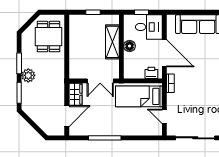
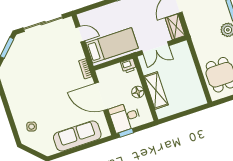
window: (93, 12) -> (185, 113), removed
window: (141, 12) -> (126, 133), moved
printer: (151, 73) -> (128, 66), moved
double door: (100, 81) -> (155, 48), swing flipped

